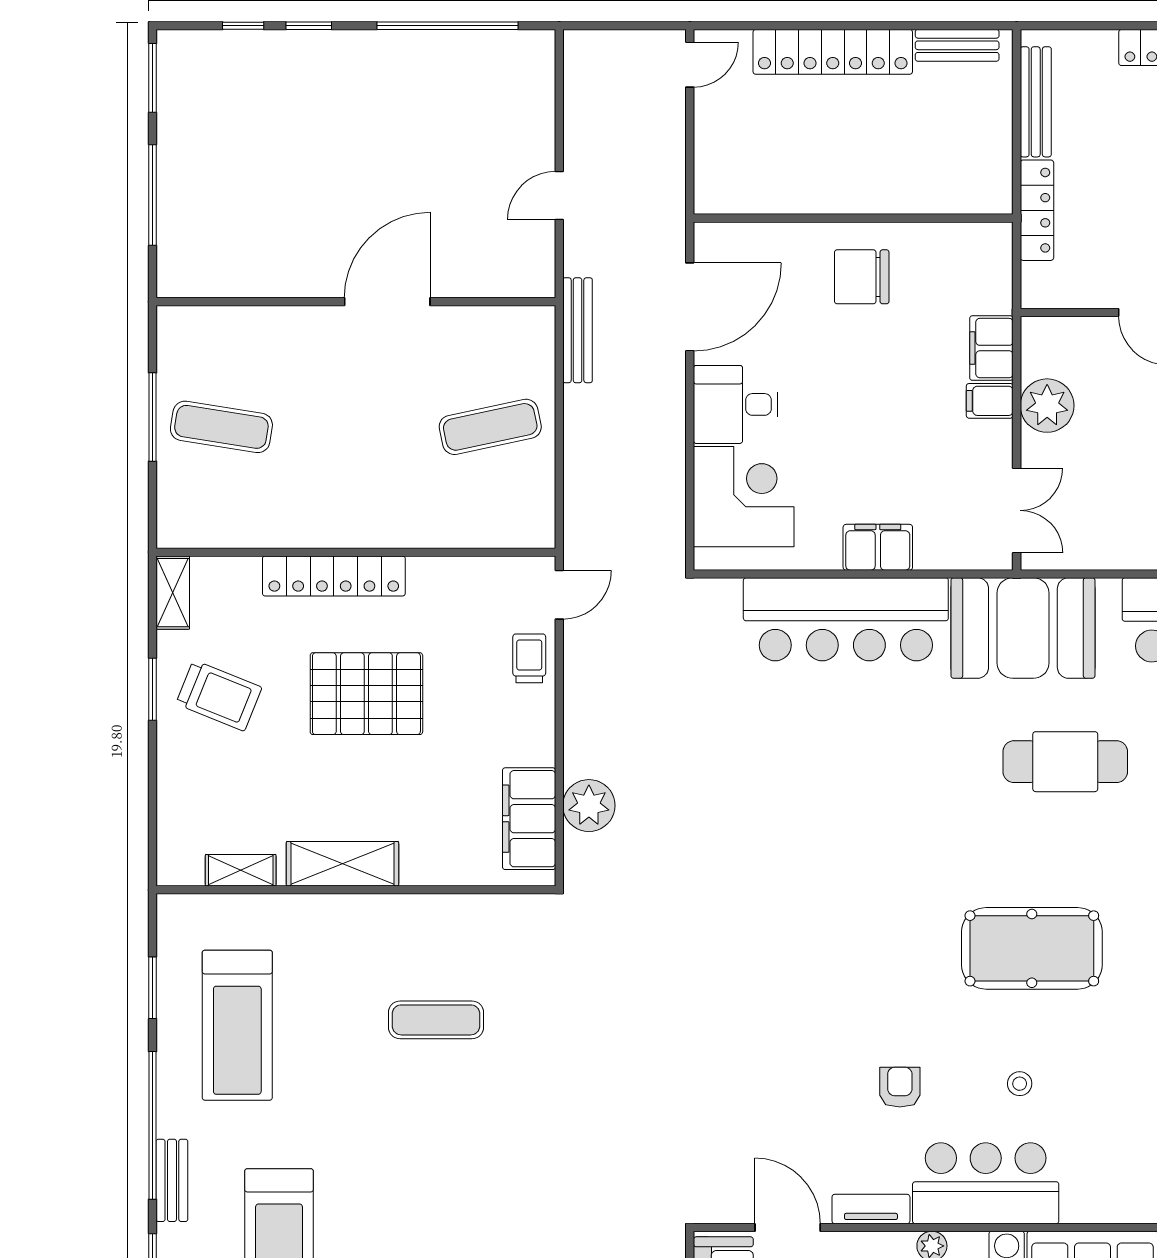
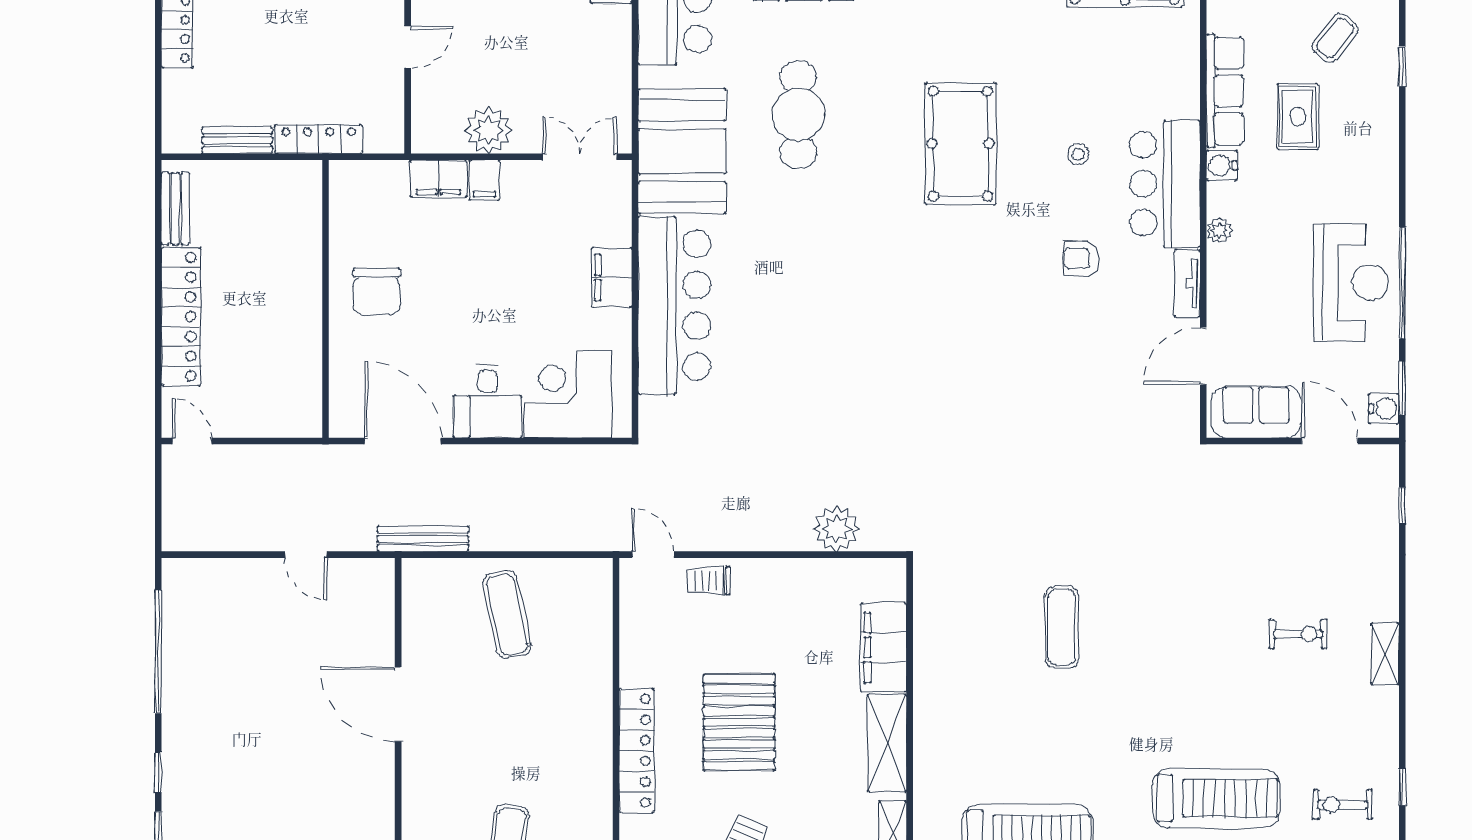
bench: (1036, 102) -> (237, 140), width x0.73
filing cabinet: (529, 819) -> (883, 647), moved, turned 90
exercise mat: (436, 1020) -> (1062, 627), moved

